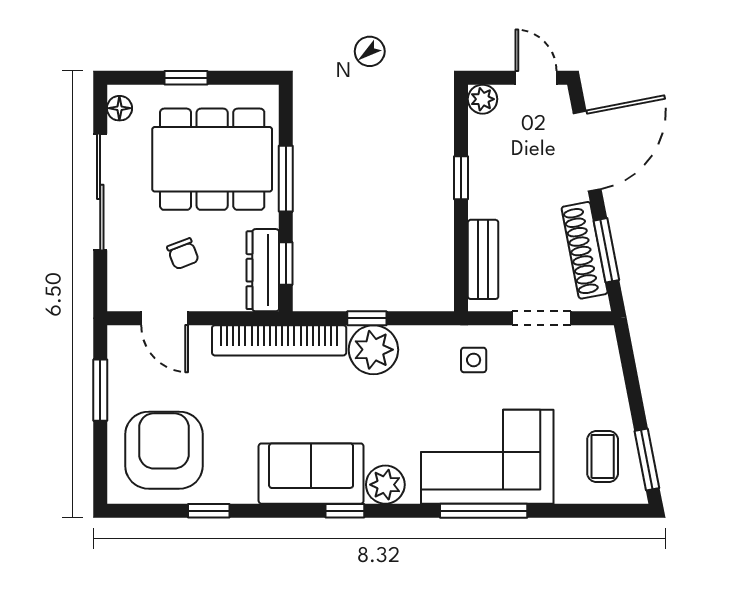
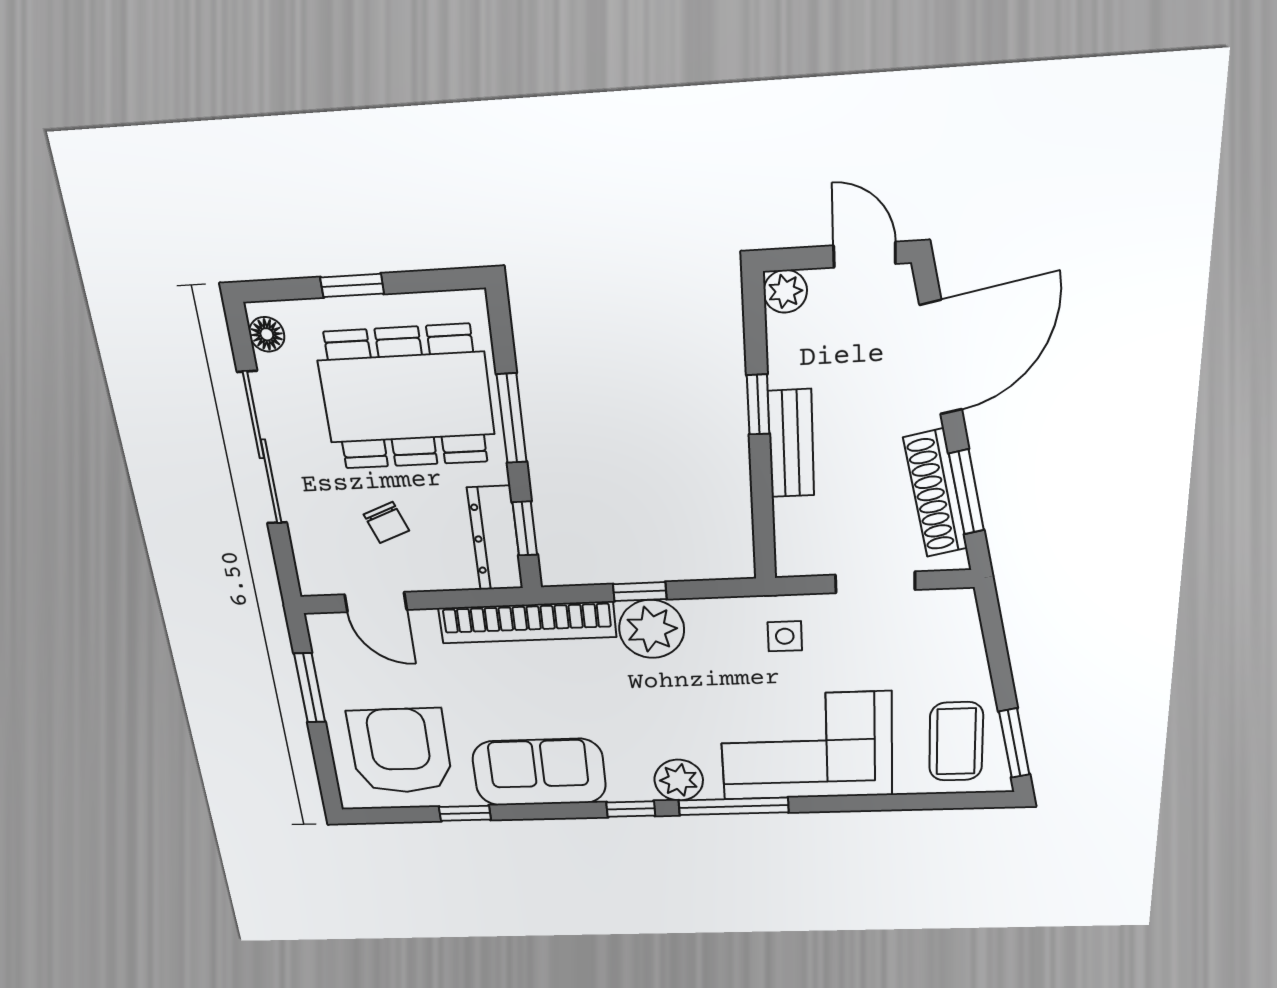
bench: (483, 259) -> (791, 444), moved
coffee table: (603, 457) -> (956, 742), width x1.36, depth x1.30
sofa: (311, 474) -> (539, 772), moved
window: (484, 511) -> (734, 806), moved

